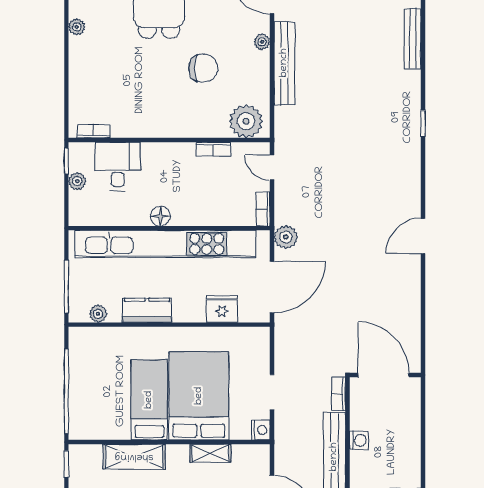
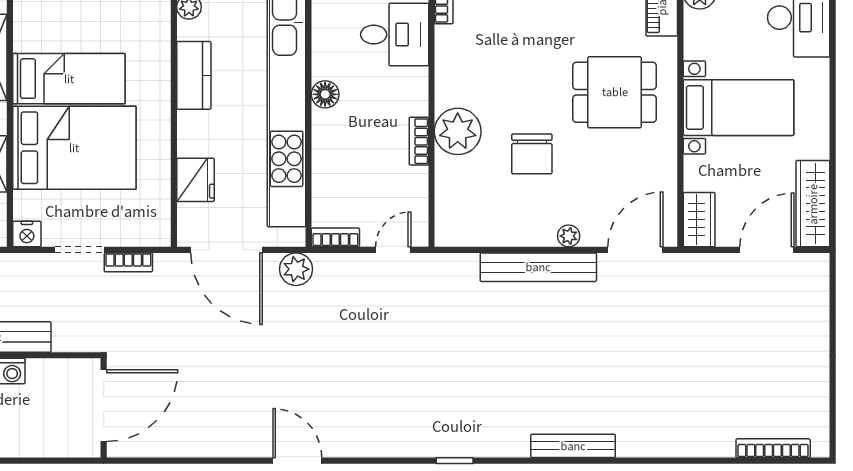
plant: (246, 121) -> (458, 131), moved
bookcase: (213, 149) -> (419, 141), moved
bookcase: (339, 394) -> (128, 262), moved, turned 180

